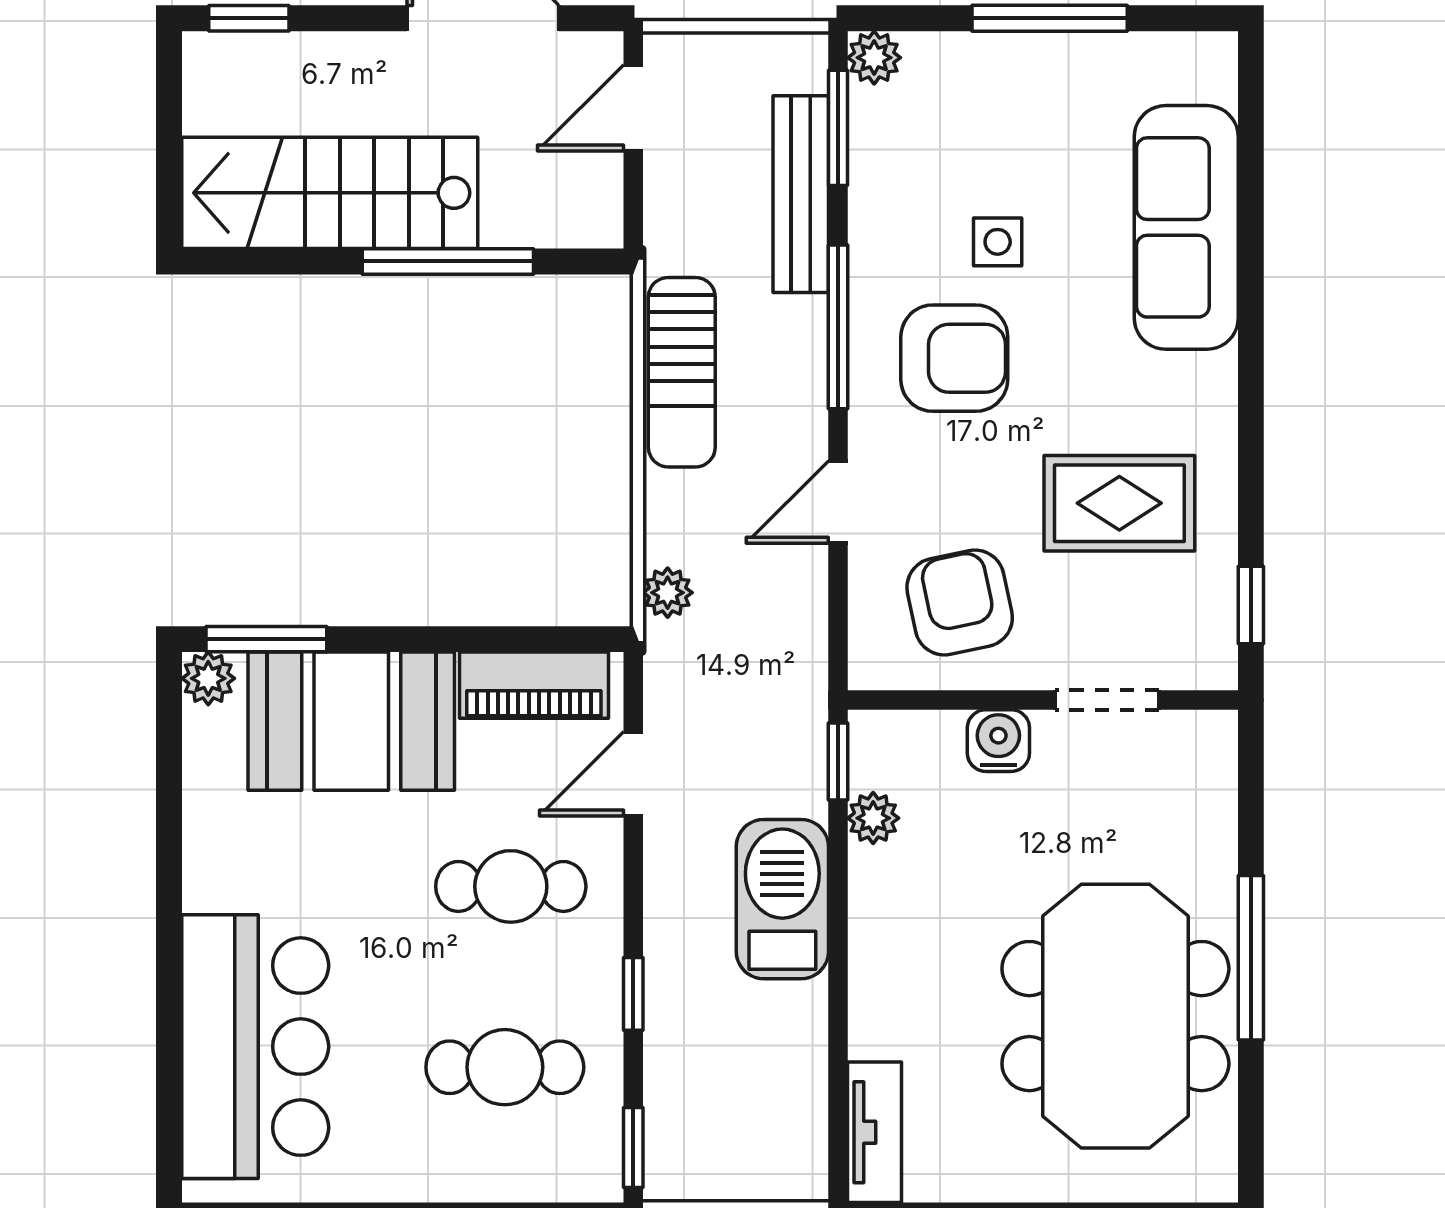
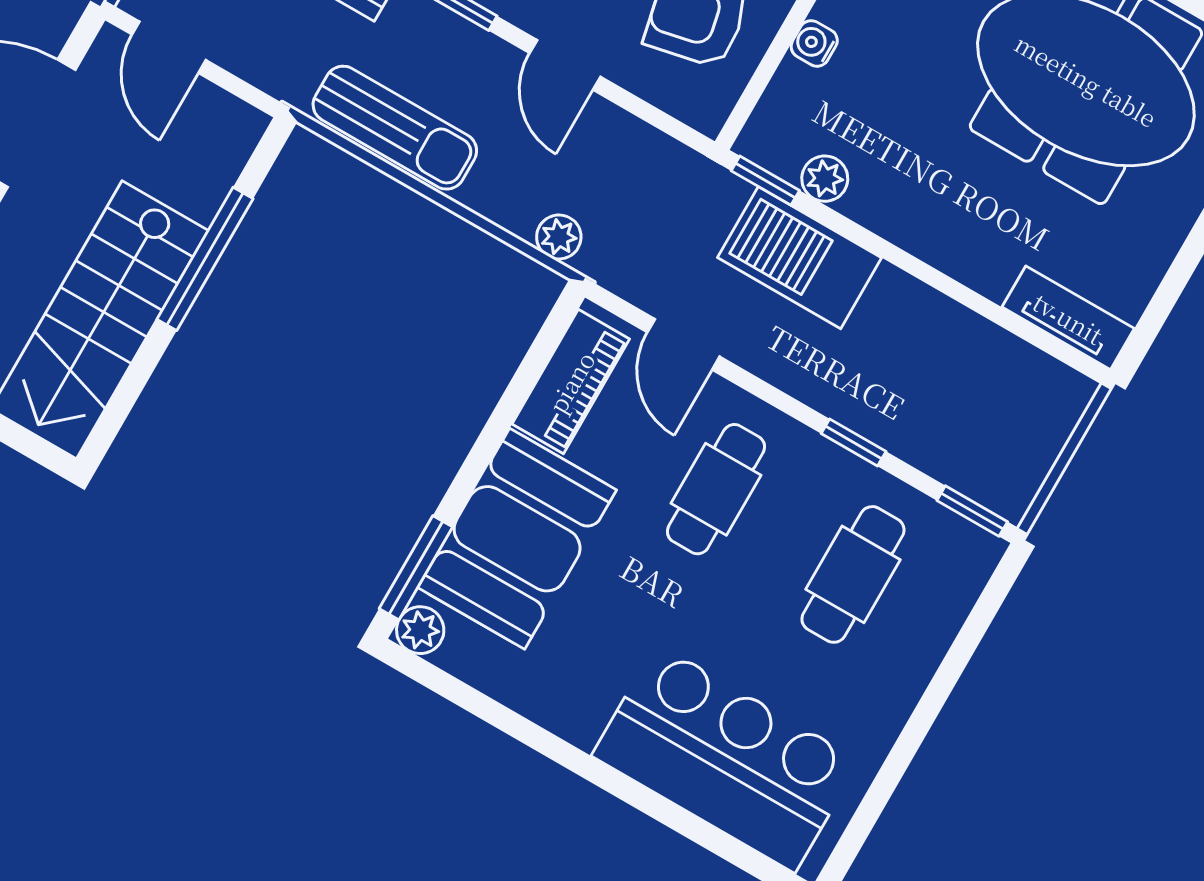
water cooler: (998, 741) -> (814, 43), width x0.72, depth x0.72
barbecue: (782, 899) -> (800, 258), moved

